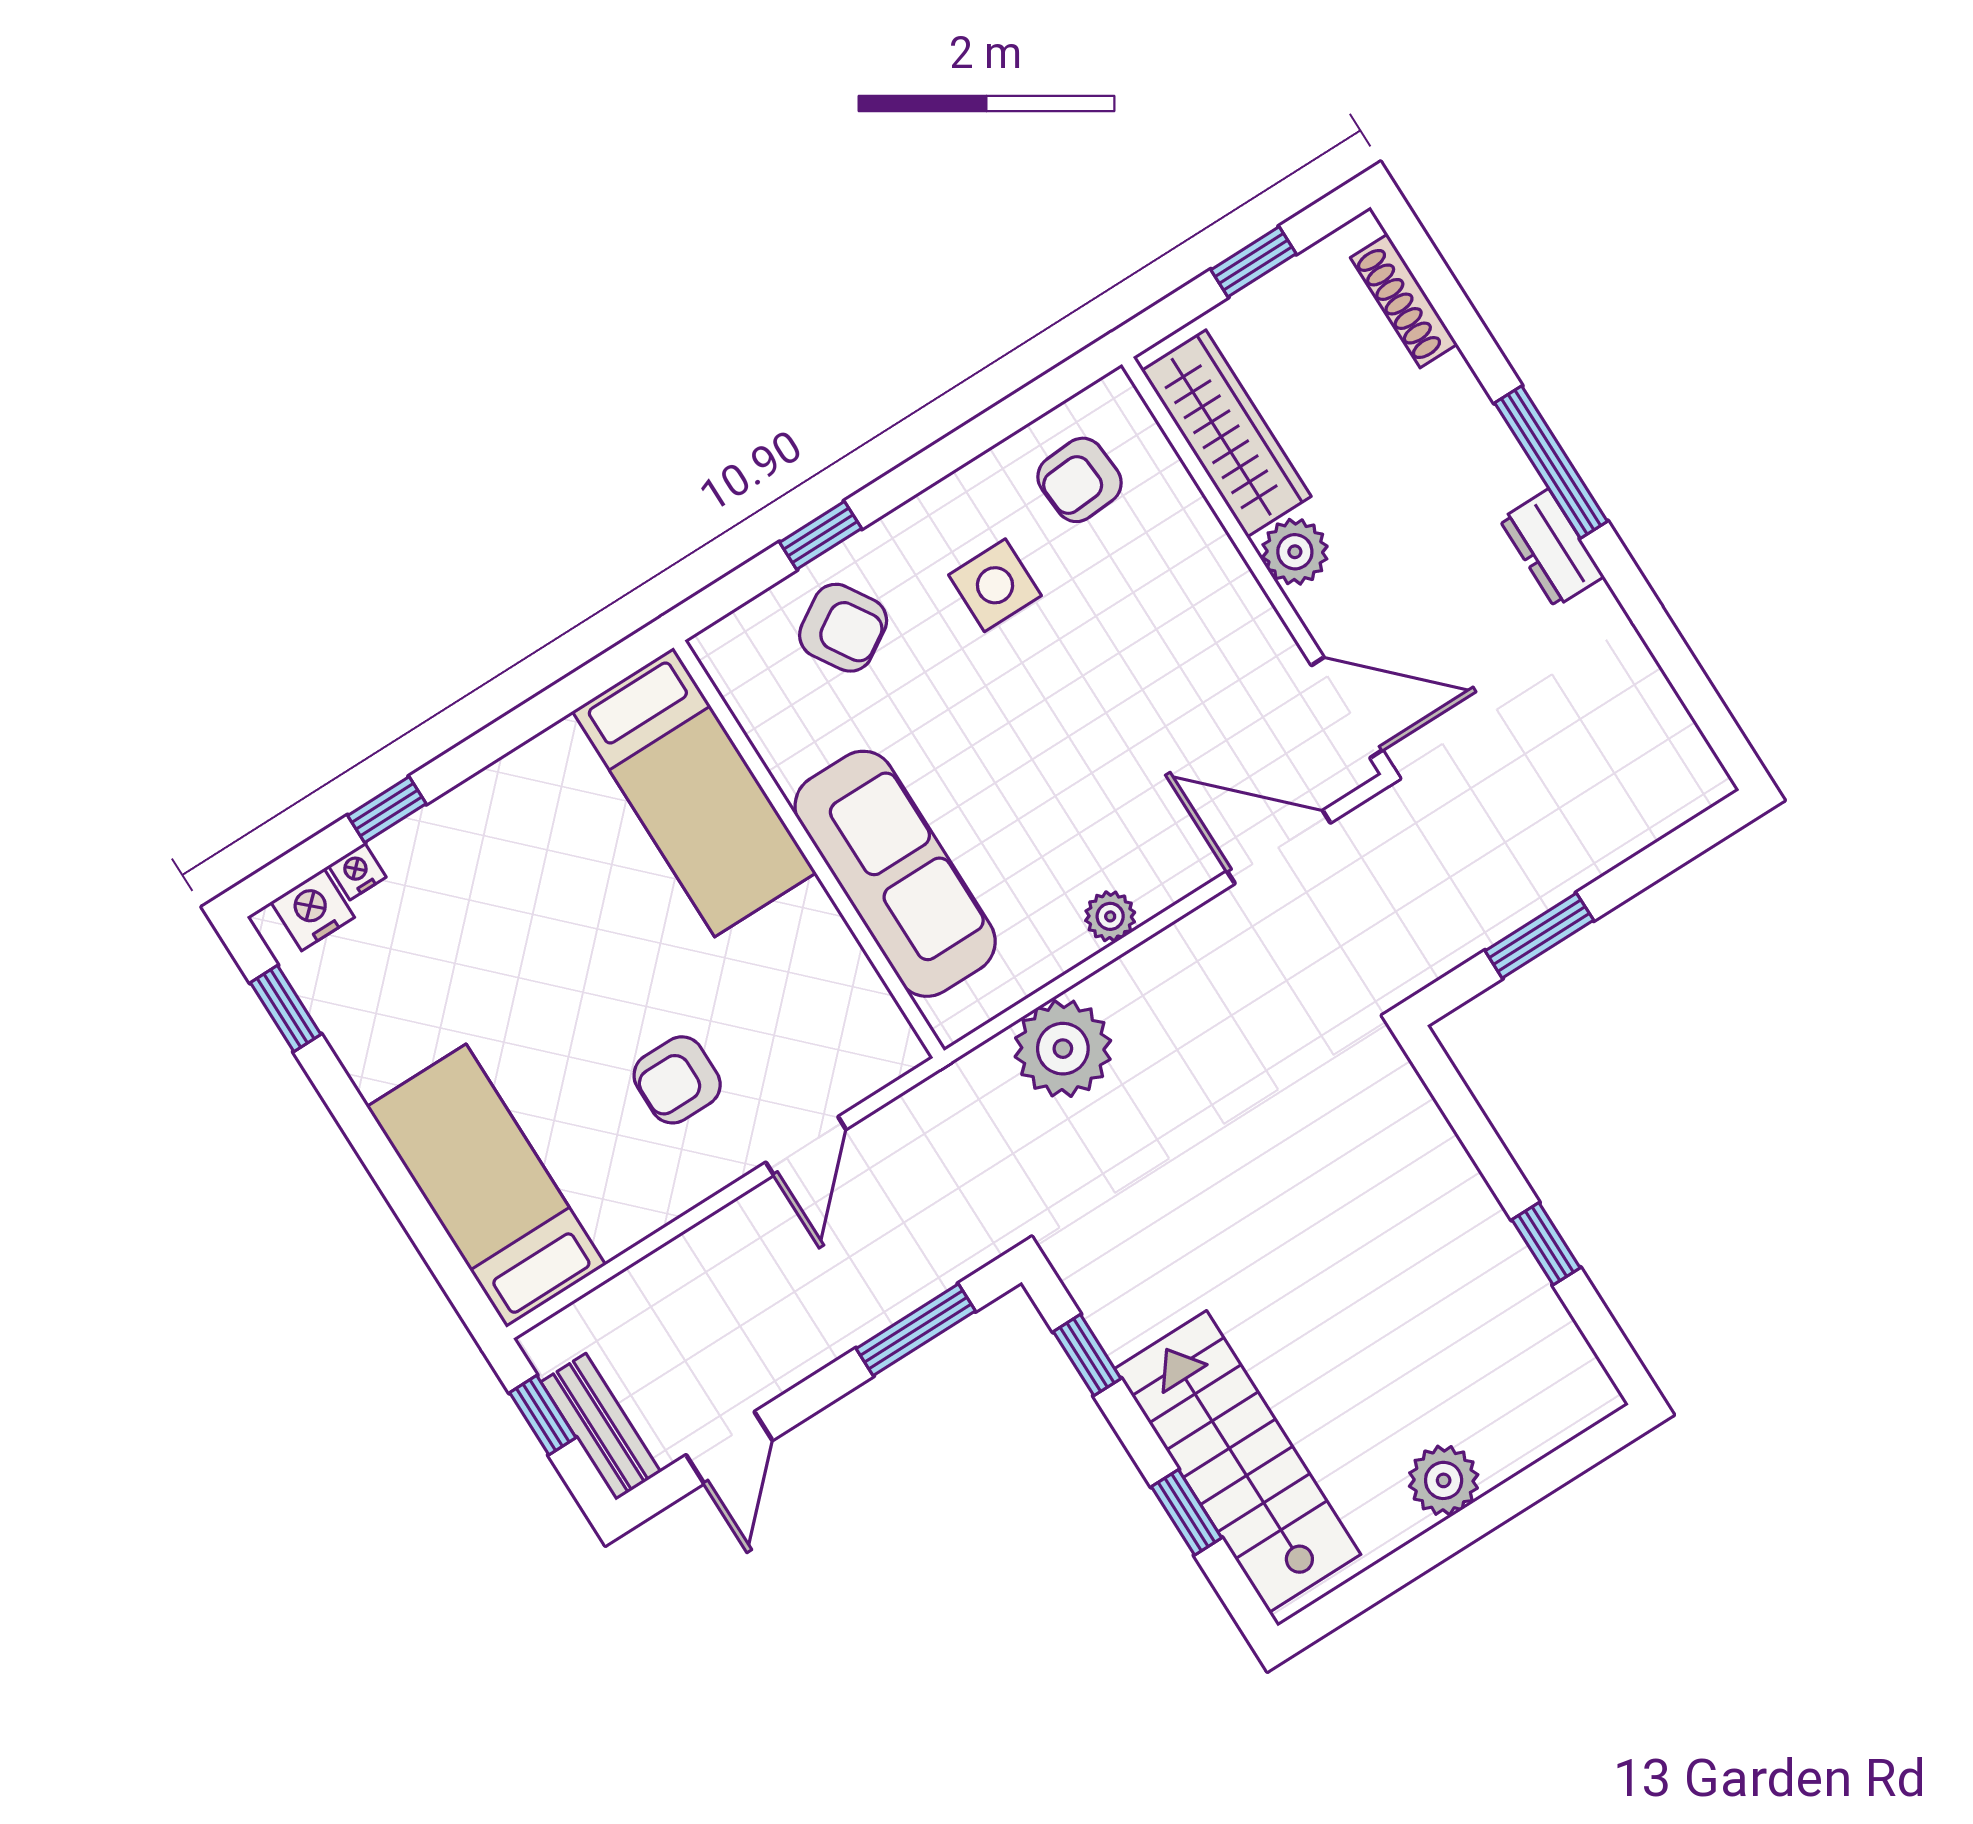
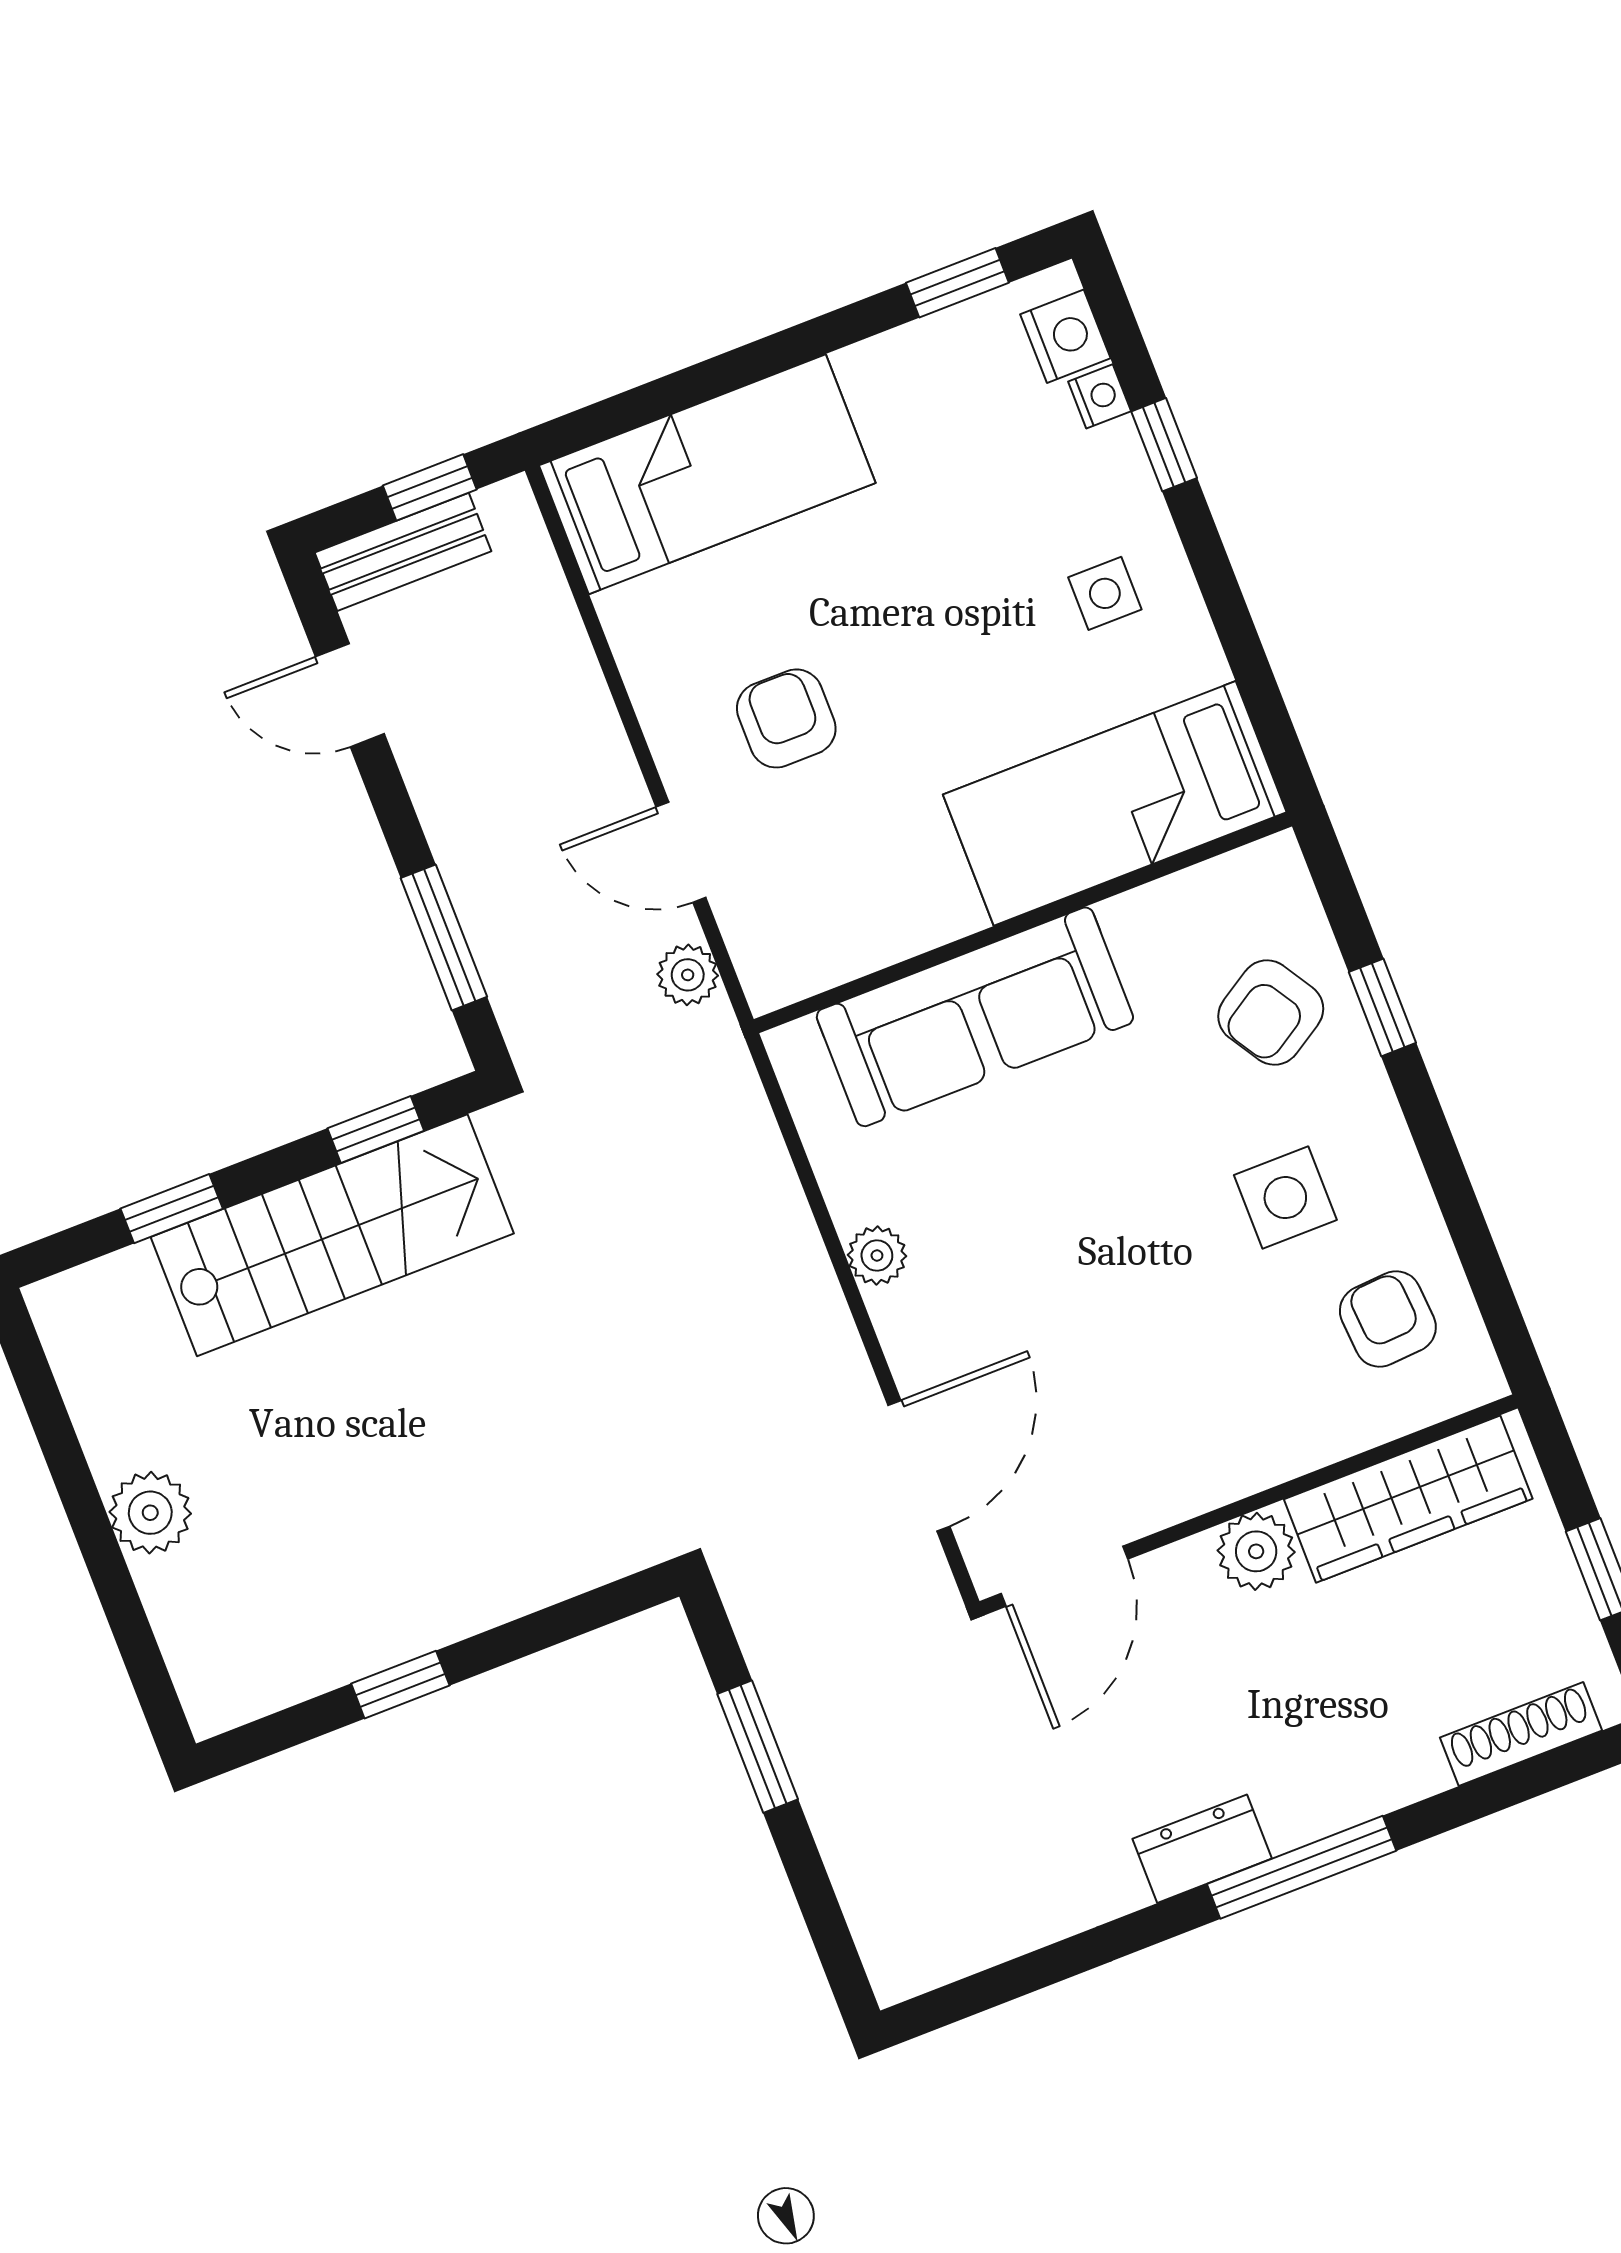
side table: (521, 835) -> (1105, 593), added
plant: (1063, 1049) -> (688, 975), moved, width x0.53, depth x0.53
stairs: (1238, 1462) -> (332, 1235), moved

